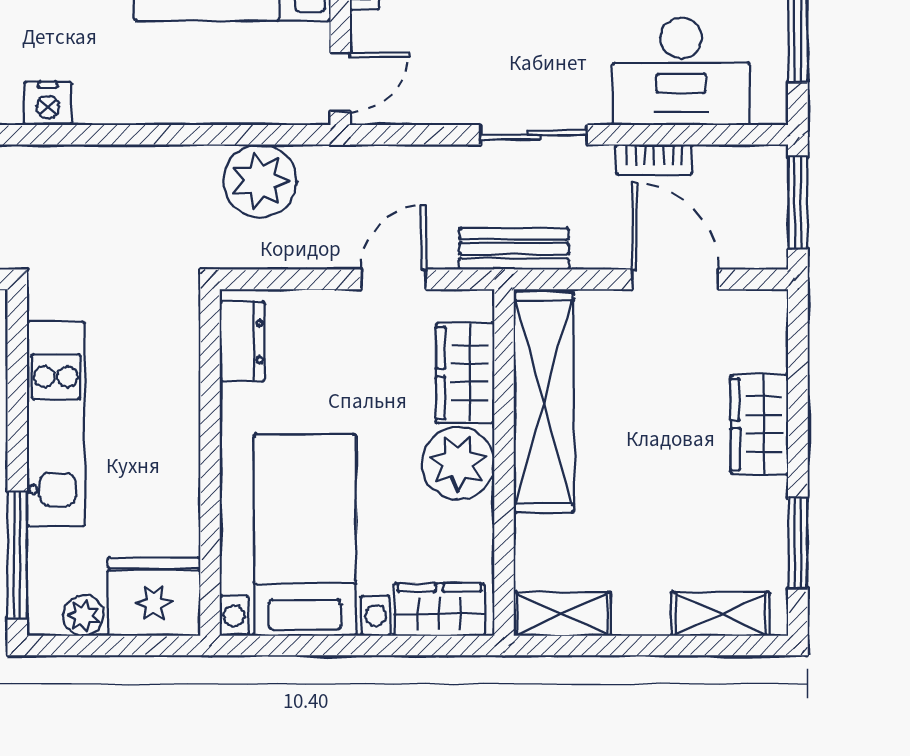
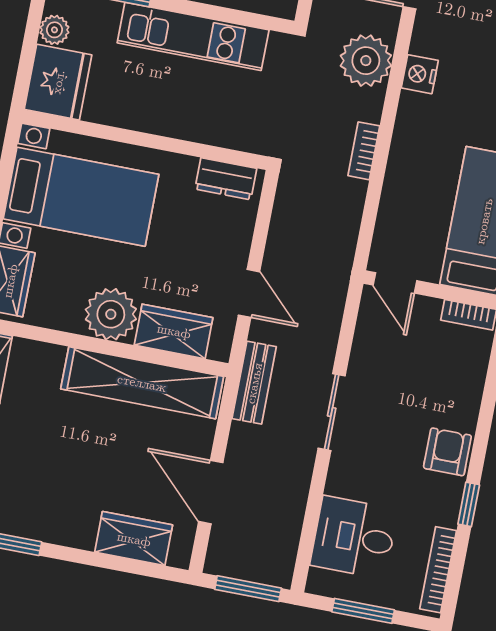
desk: (681, 71) -> (354, 537), width x0.73
bookcase: (654, 160) -> (364, 151), moved
plant: (260, 181) -> (366, 61), moved
door: (675, 279) -> (211, 492), swing flipped
wardrobe: (759, 424) -> (134, 539), moved

